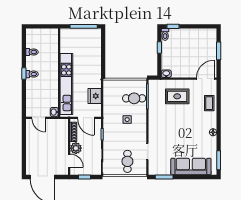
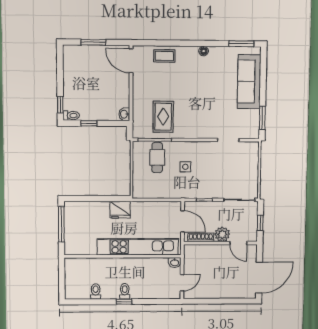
fridge: (95, 96) -> (120, 210), moved
rug: (177, 96) -> (163, 117), moved
door: (86, 118) -> (183, 221), hinge flipped
door: (69, 161) -> (238, 243), swing flipped
cafe table: (127, 161) -> (241, 167), removed

